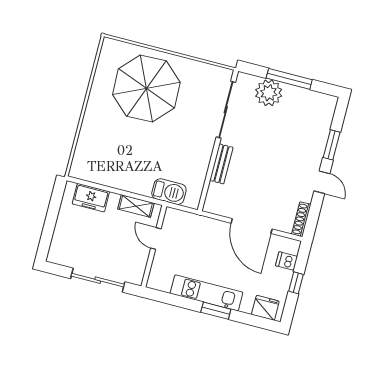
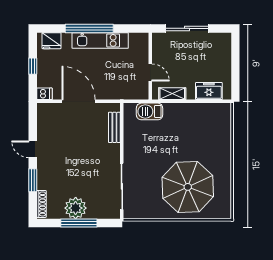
plant: (269, 93) -> (76, 208), moved
bench: (221, 164) -> (114, 127), moved
shoe rack: (301, 219) -> (41, 204), moved
dishwasher: (287, 261) -> (44, 94), moved
window: (216, 311) -> (89, 28), width x2.11

